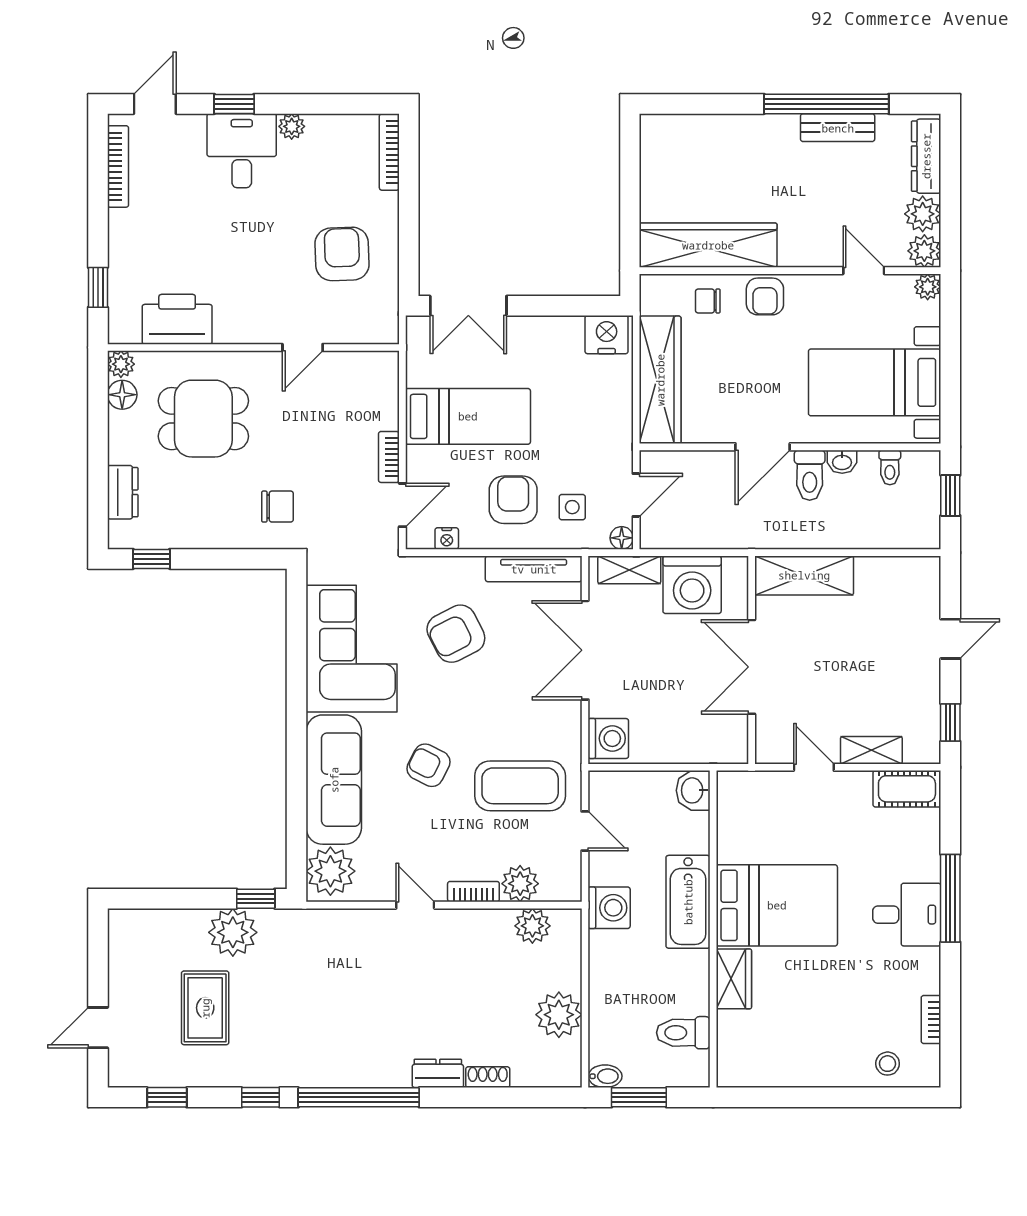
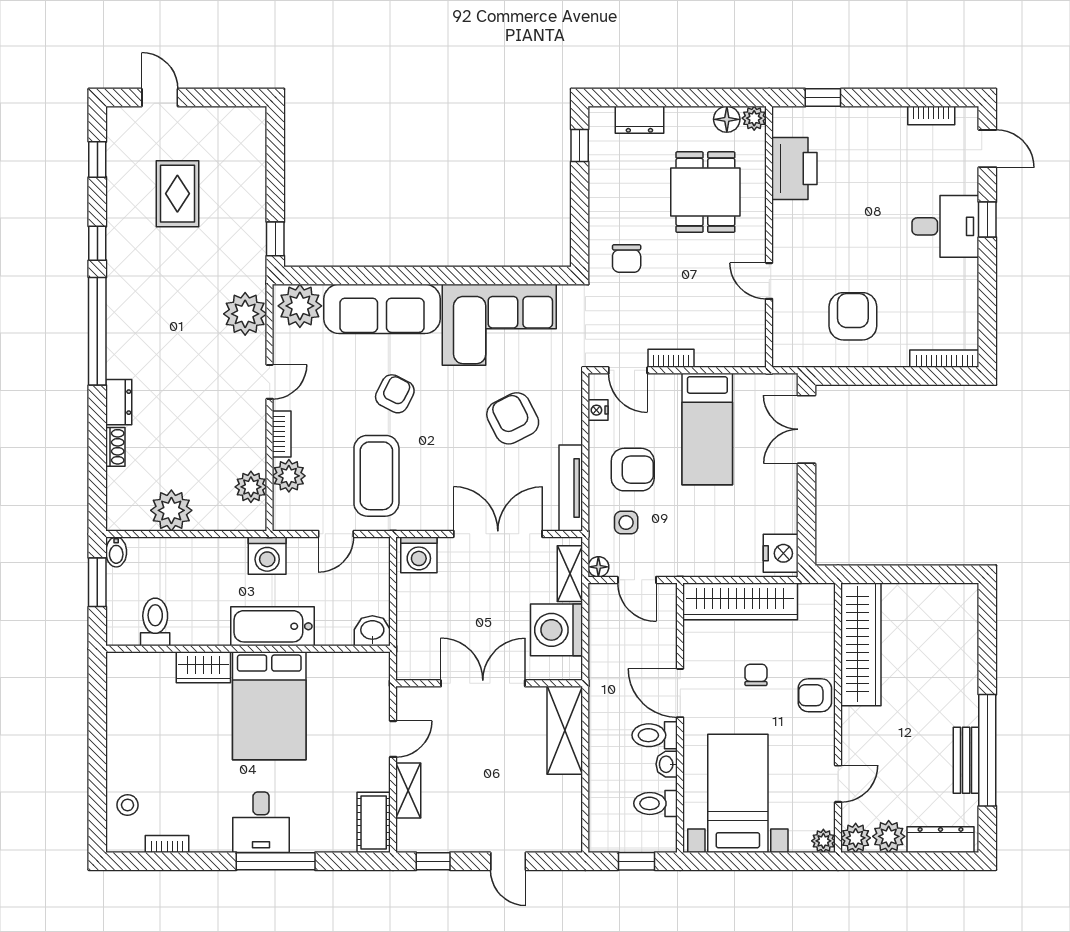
plant: (292, 126) -> (967, 271), removed
bookcase: (118, 166) -> (931, 116), width x0.64
armchair: (342, 254) -> (853, 316), turned -88
chair: (708, 301) -> (756, 675), moved
toilet: (890, 467) -> (656, 803), width x1.37, depth x1.39
plant: (233, 932) -> (245, 314), moved
rug: (205, 1008) -> (177, 194), turned 90

